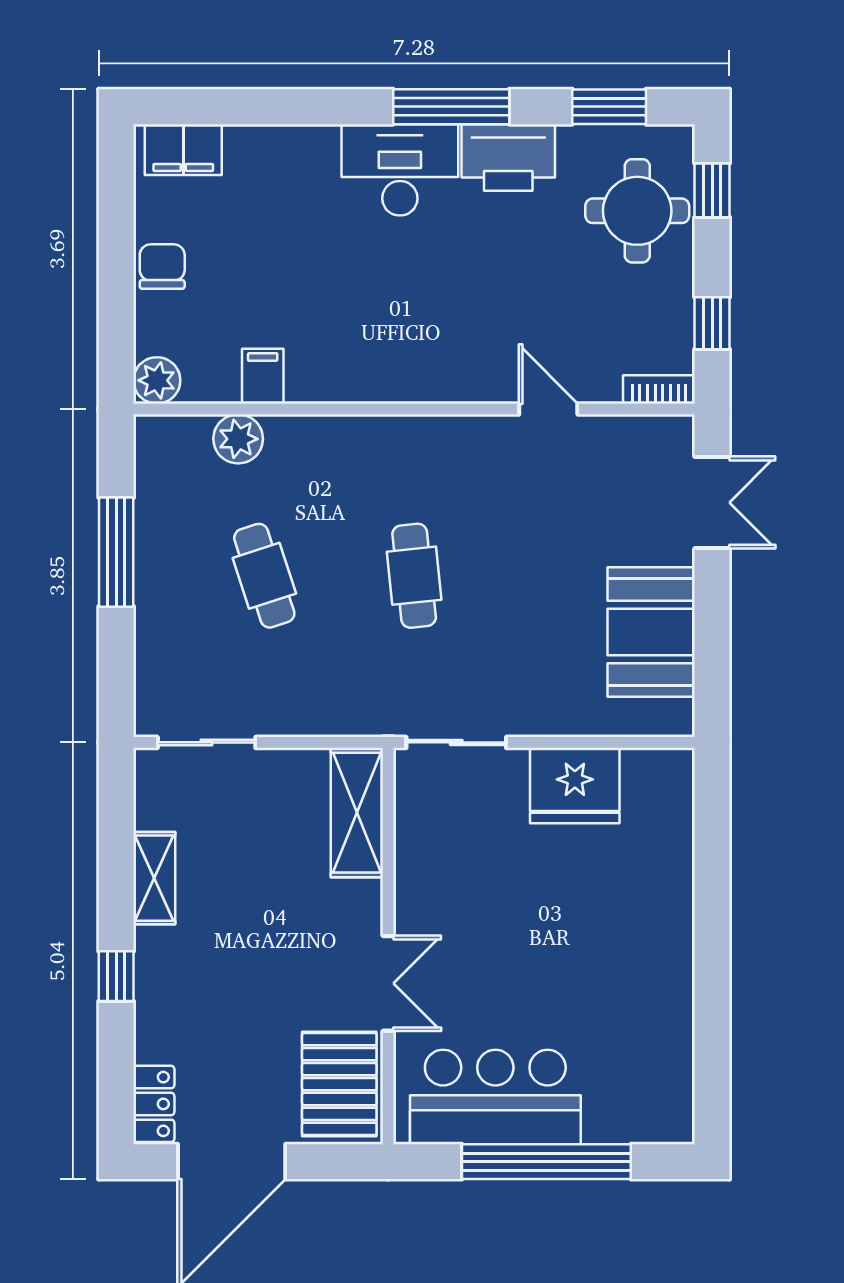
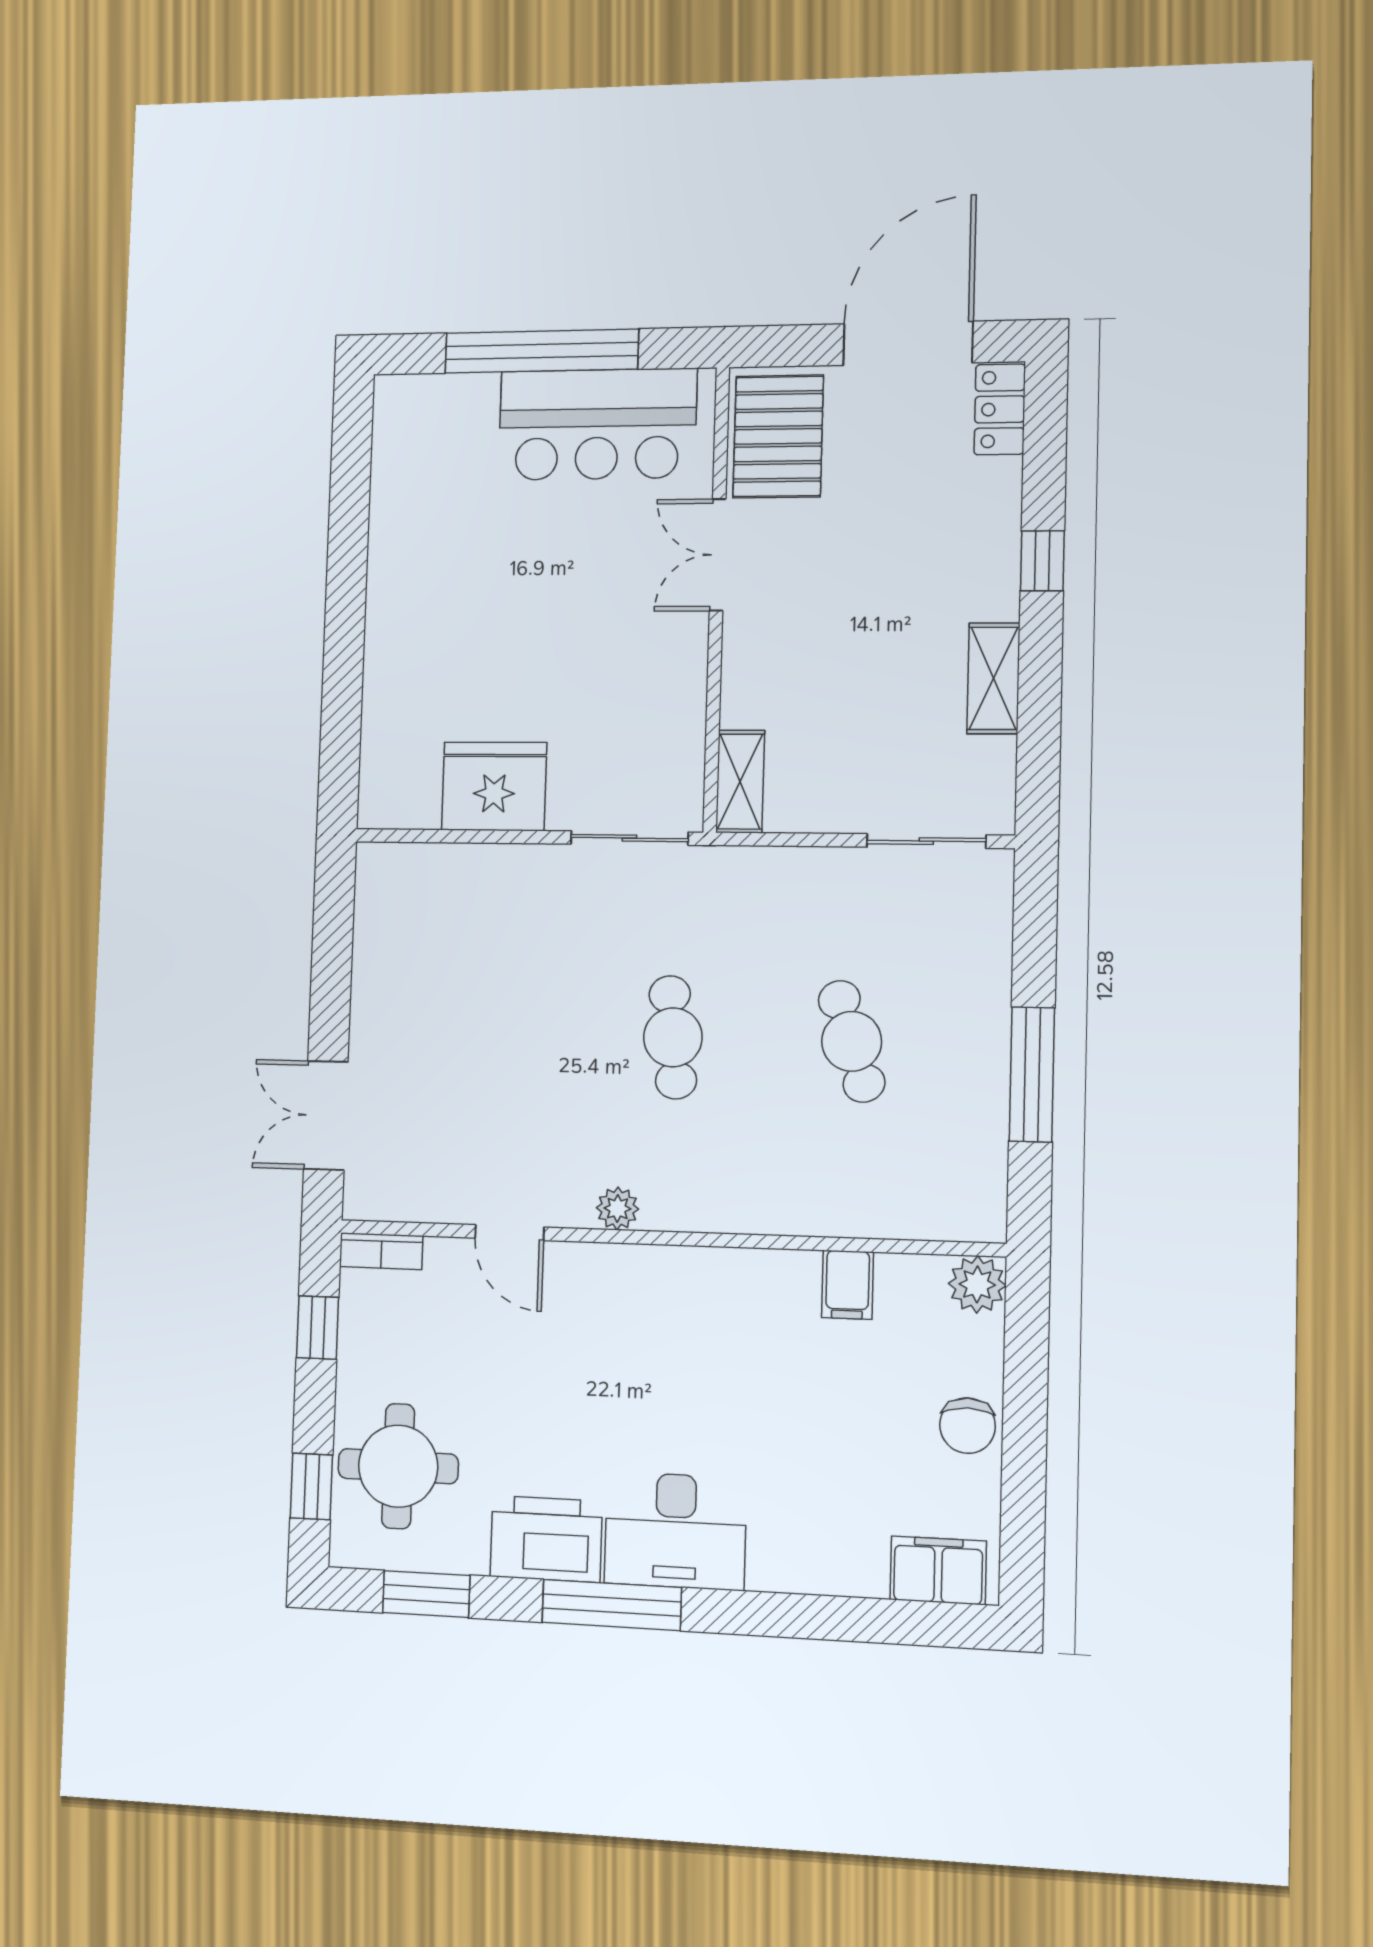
plant: (238, 439) -> (618, 1208), moved, width x0.73, depth x0.73
booth: (651, 632) -> (401, 965), removed
shelving: (357, 813) -> (740, 782), width x0.67, depth x0.75

